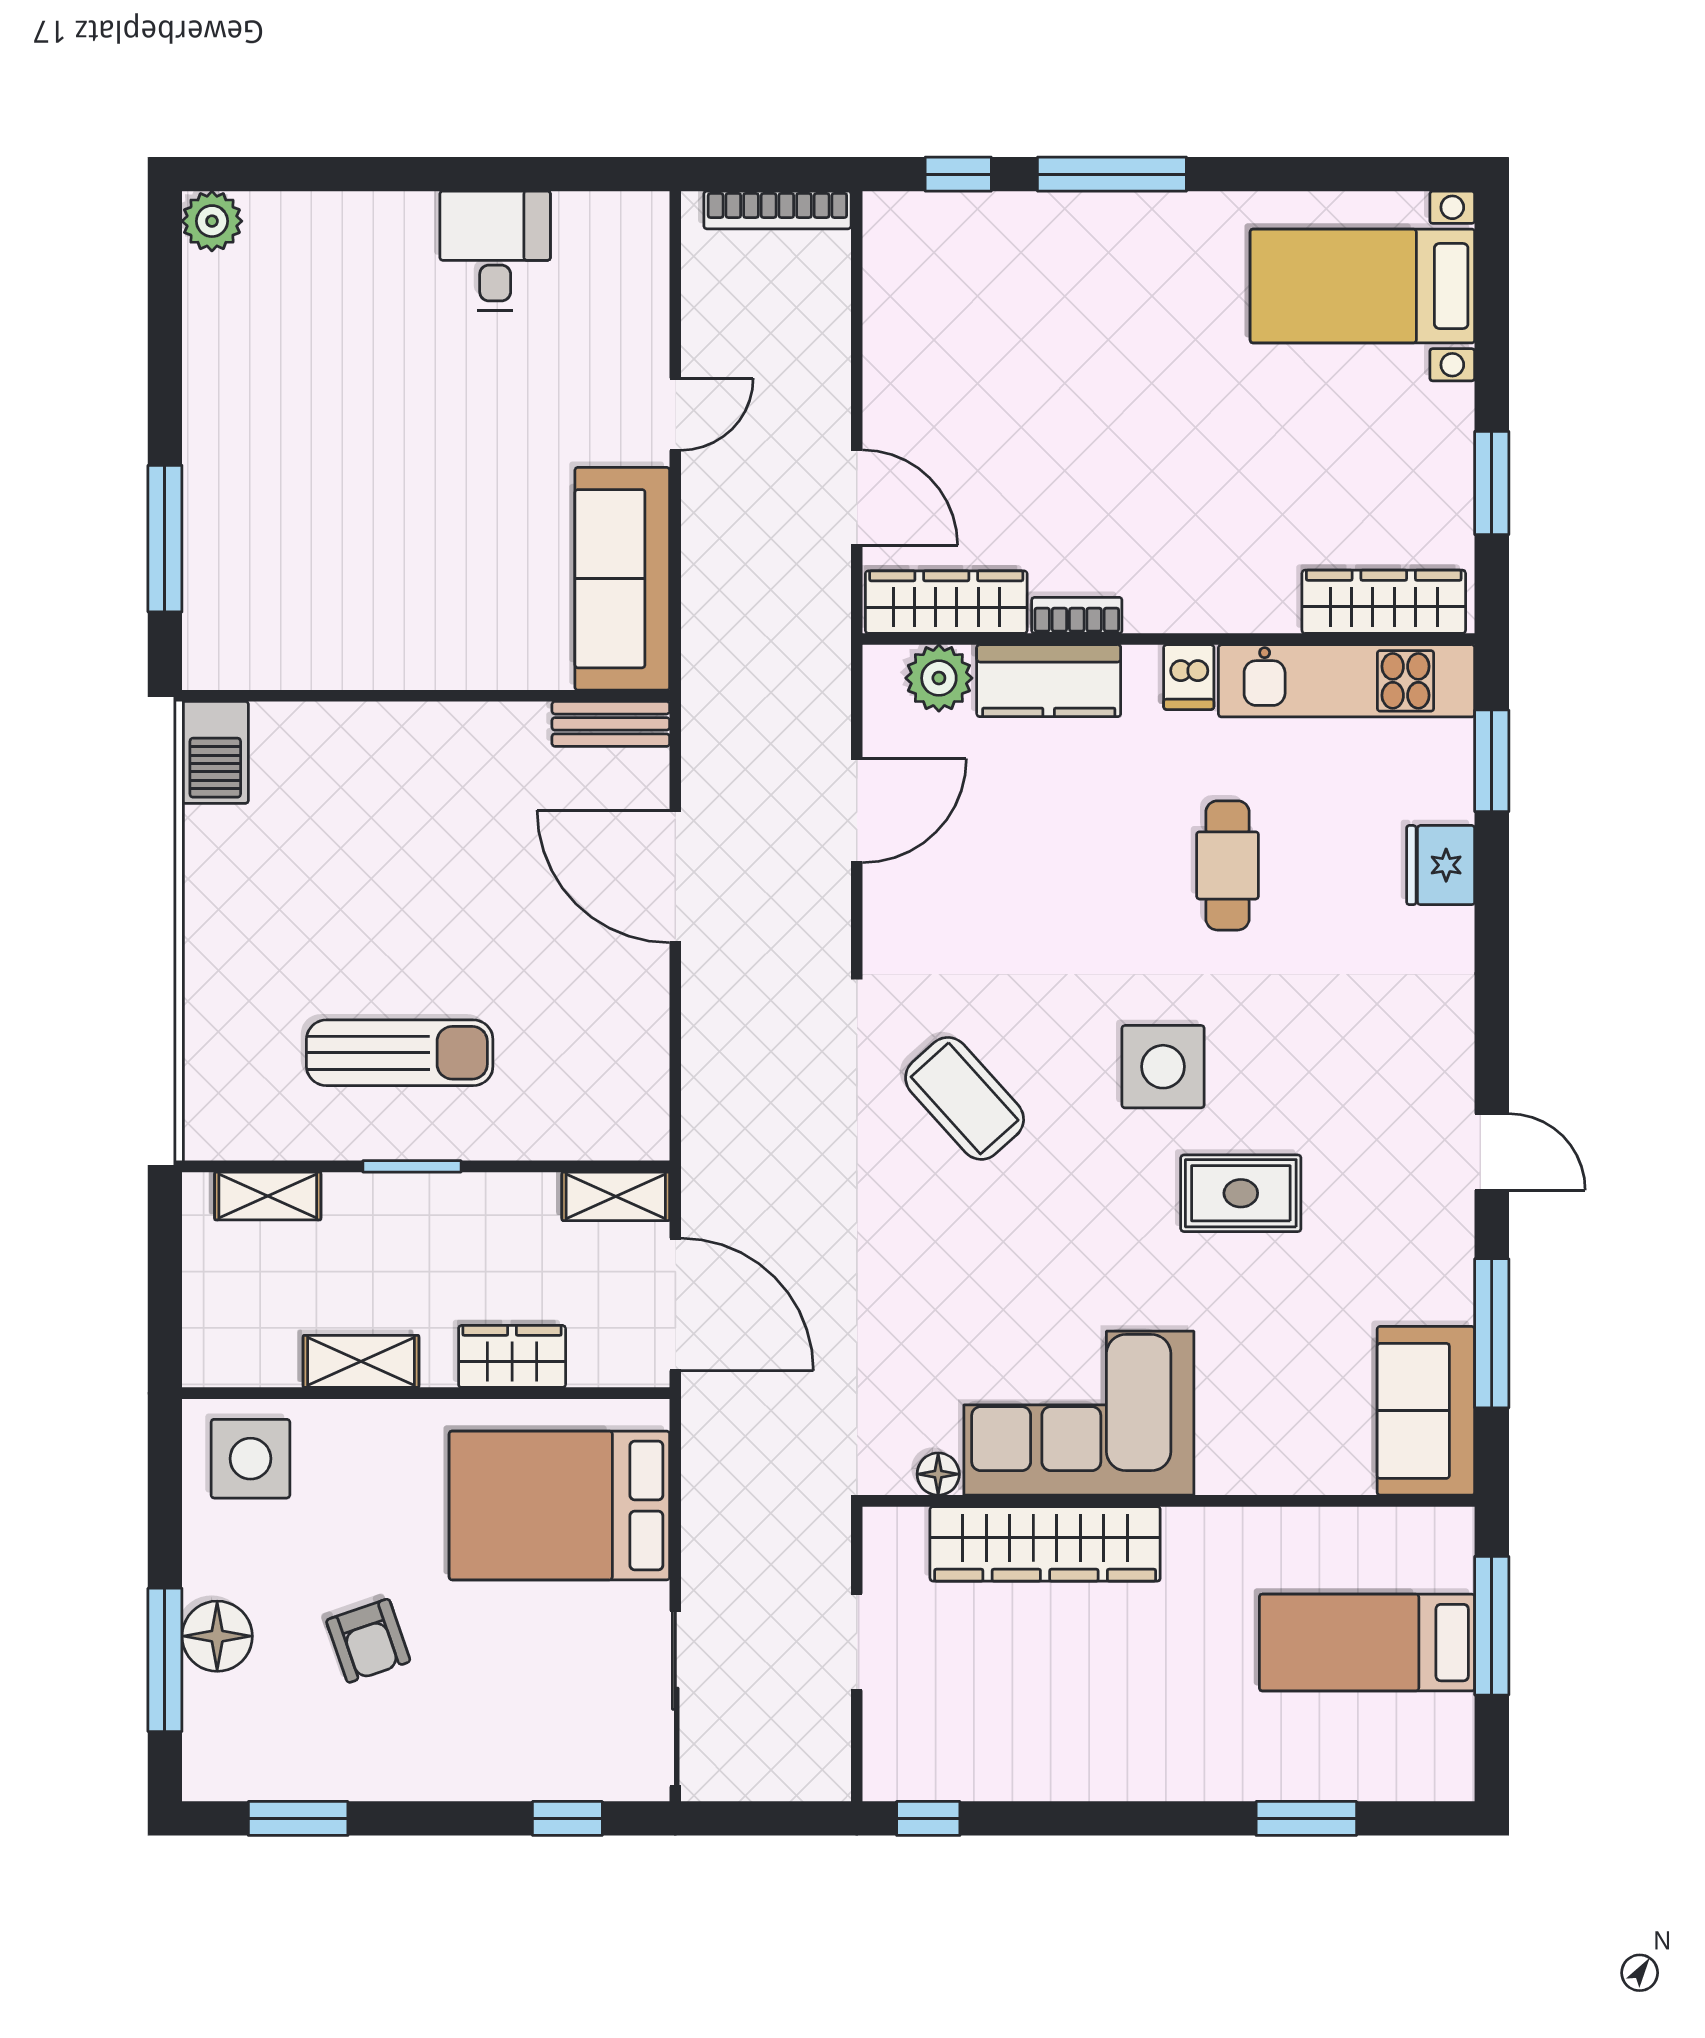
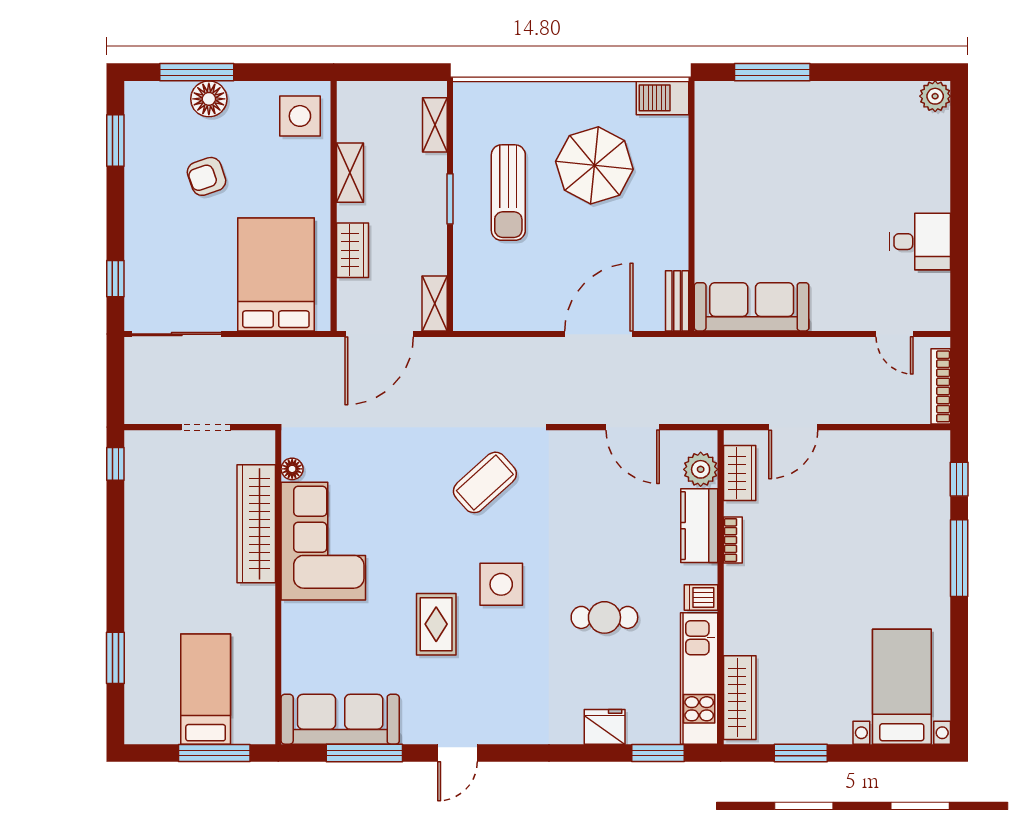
door: (675, 414) -> (894, 334), moved
wardrobe: (946, 602) -> (740, 473), width x0.67
parasol: (347, 885) -> (594, 165), added
sofa: (1426, 1411) -> (340, 719), width x1.36

